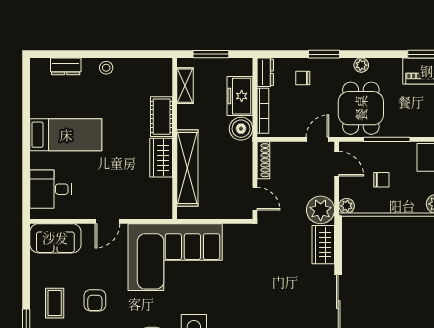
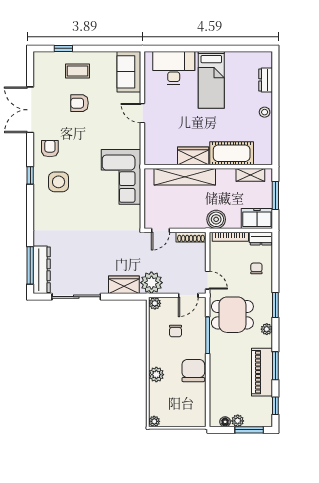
window: (324, 54) -> (275, 305), moved
plant: (361, 65) -> (267, 329), moved
freezer: (240, 96) -> (257, 218), moved
cot: (162, 117) -> (232, 153), width x1.37, depth x1.34
desk: (51, 189) -> (174, 68), width x1.37
corner sofa: (175, 257) -> (121, 177), width x0.73, depth x0.74

